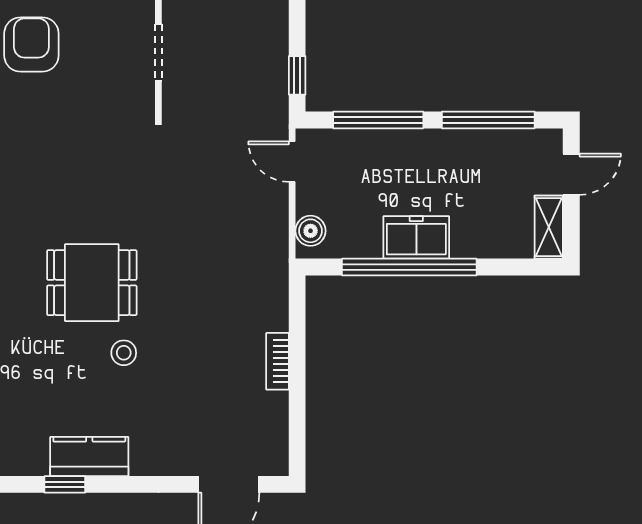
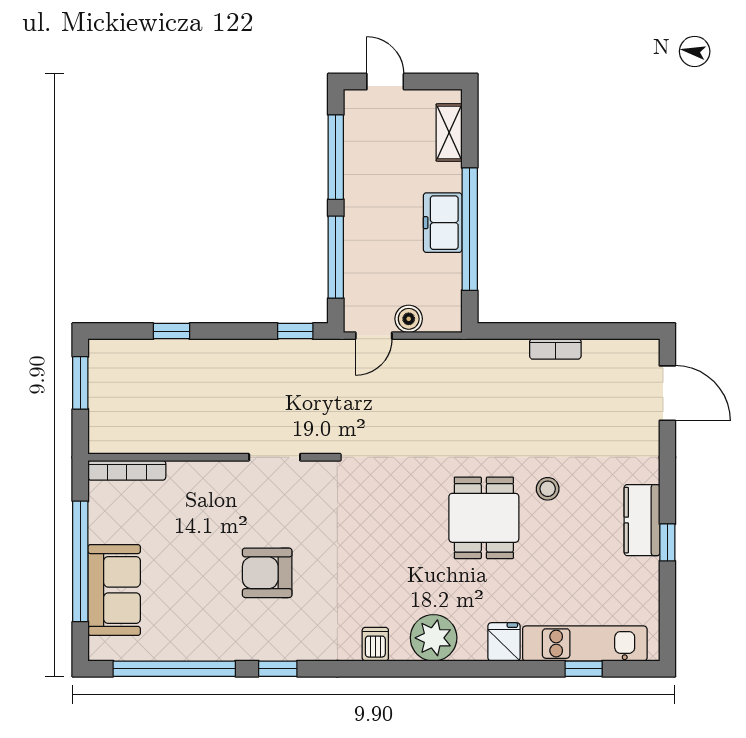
shelving: (549, 227) -> (449, 132), moved, turned 90
boiler: (311, 231) -> (409, 319), moved

